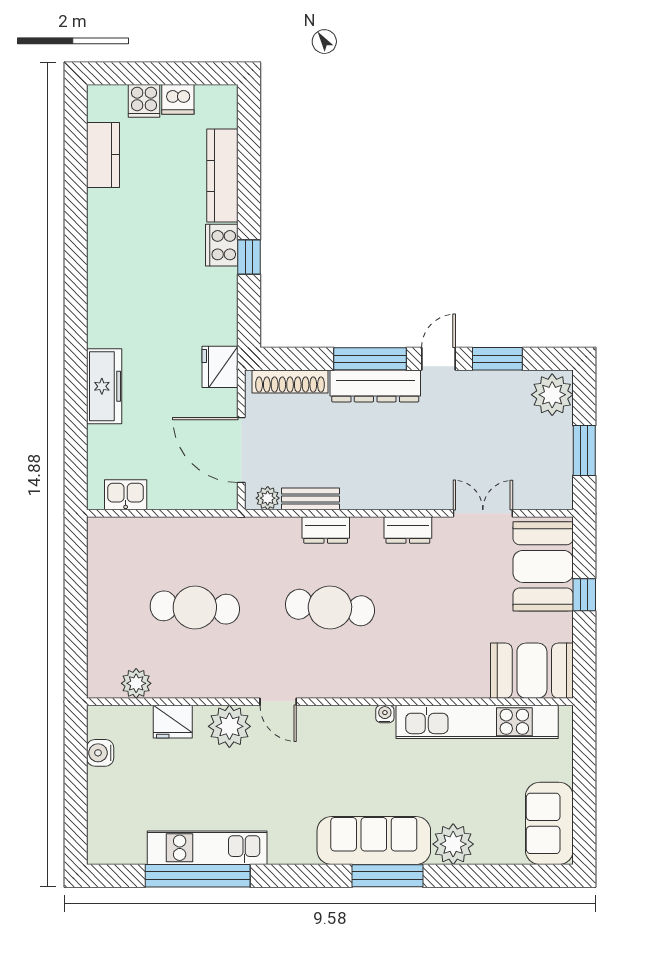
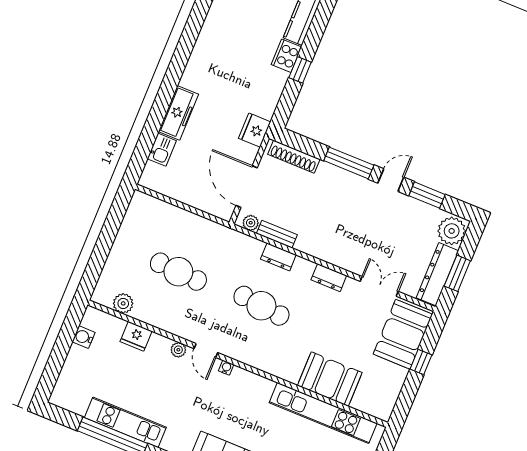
dresser: (375, 386) -> (437, 274), moved, turned 90
kitchen sink: (126, 495) -> (162, 150), moved, turned 90
booth: (532, 671) -> (330, 379), moved
water cooler: (385, 714) -> (226, 368), moved
plant: (229, 726) -> (178, 350), width x0.53, depth x0.53

